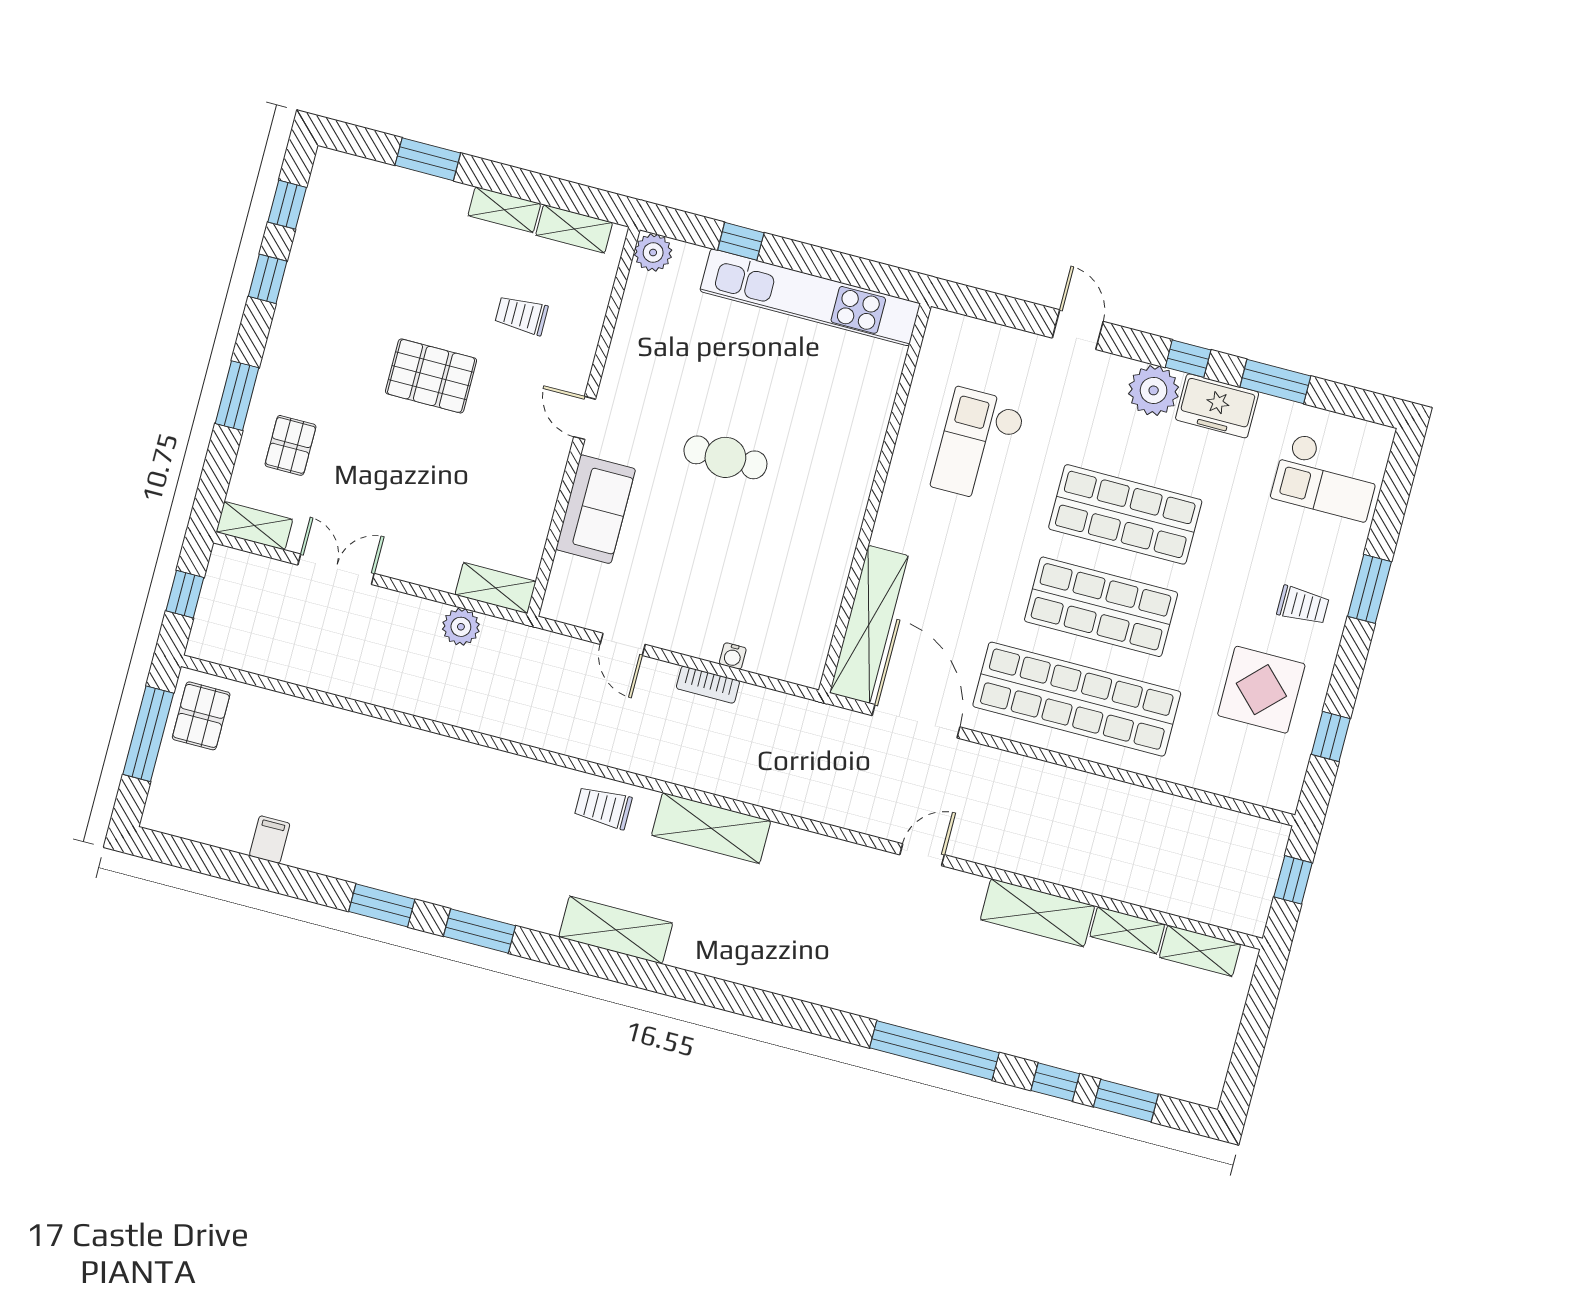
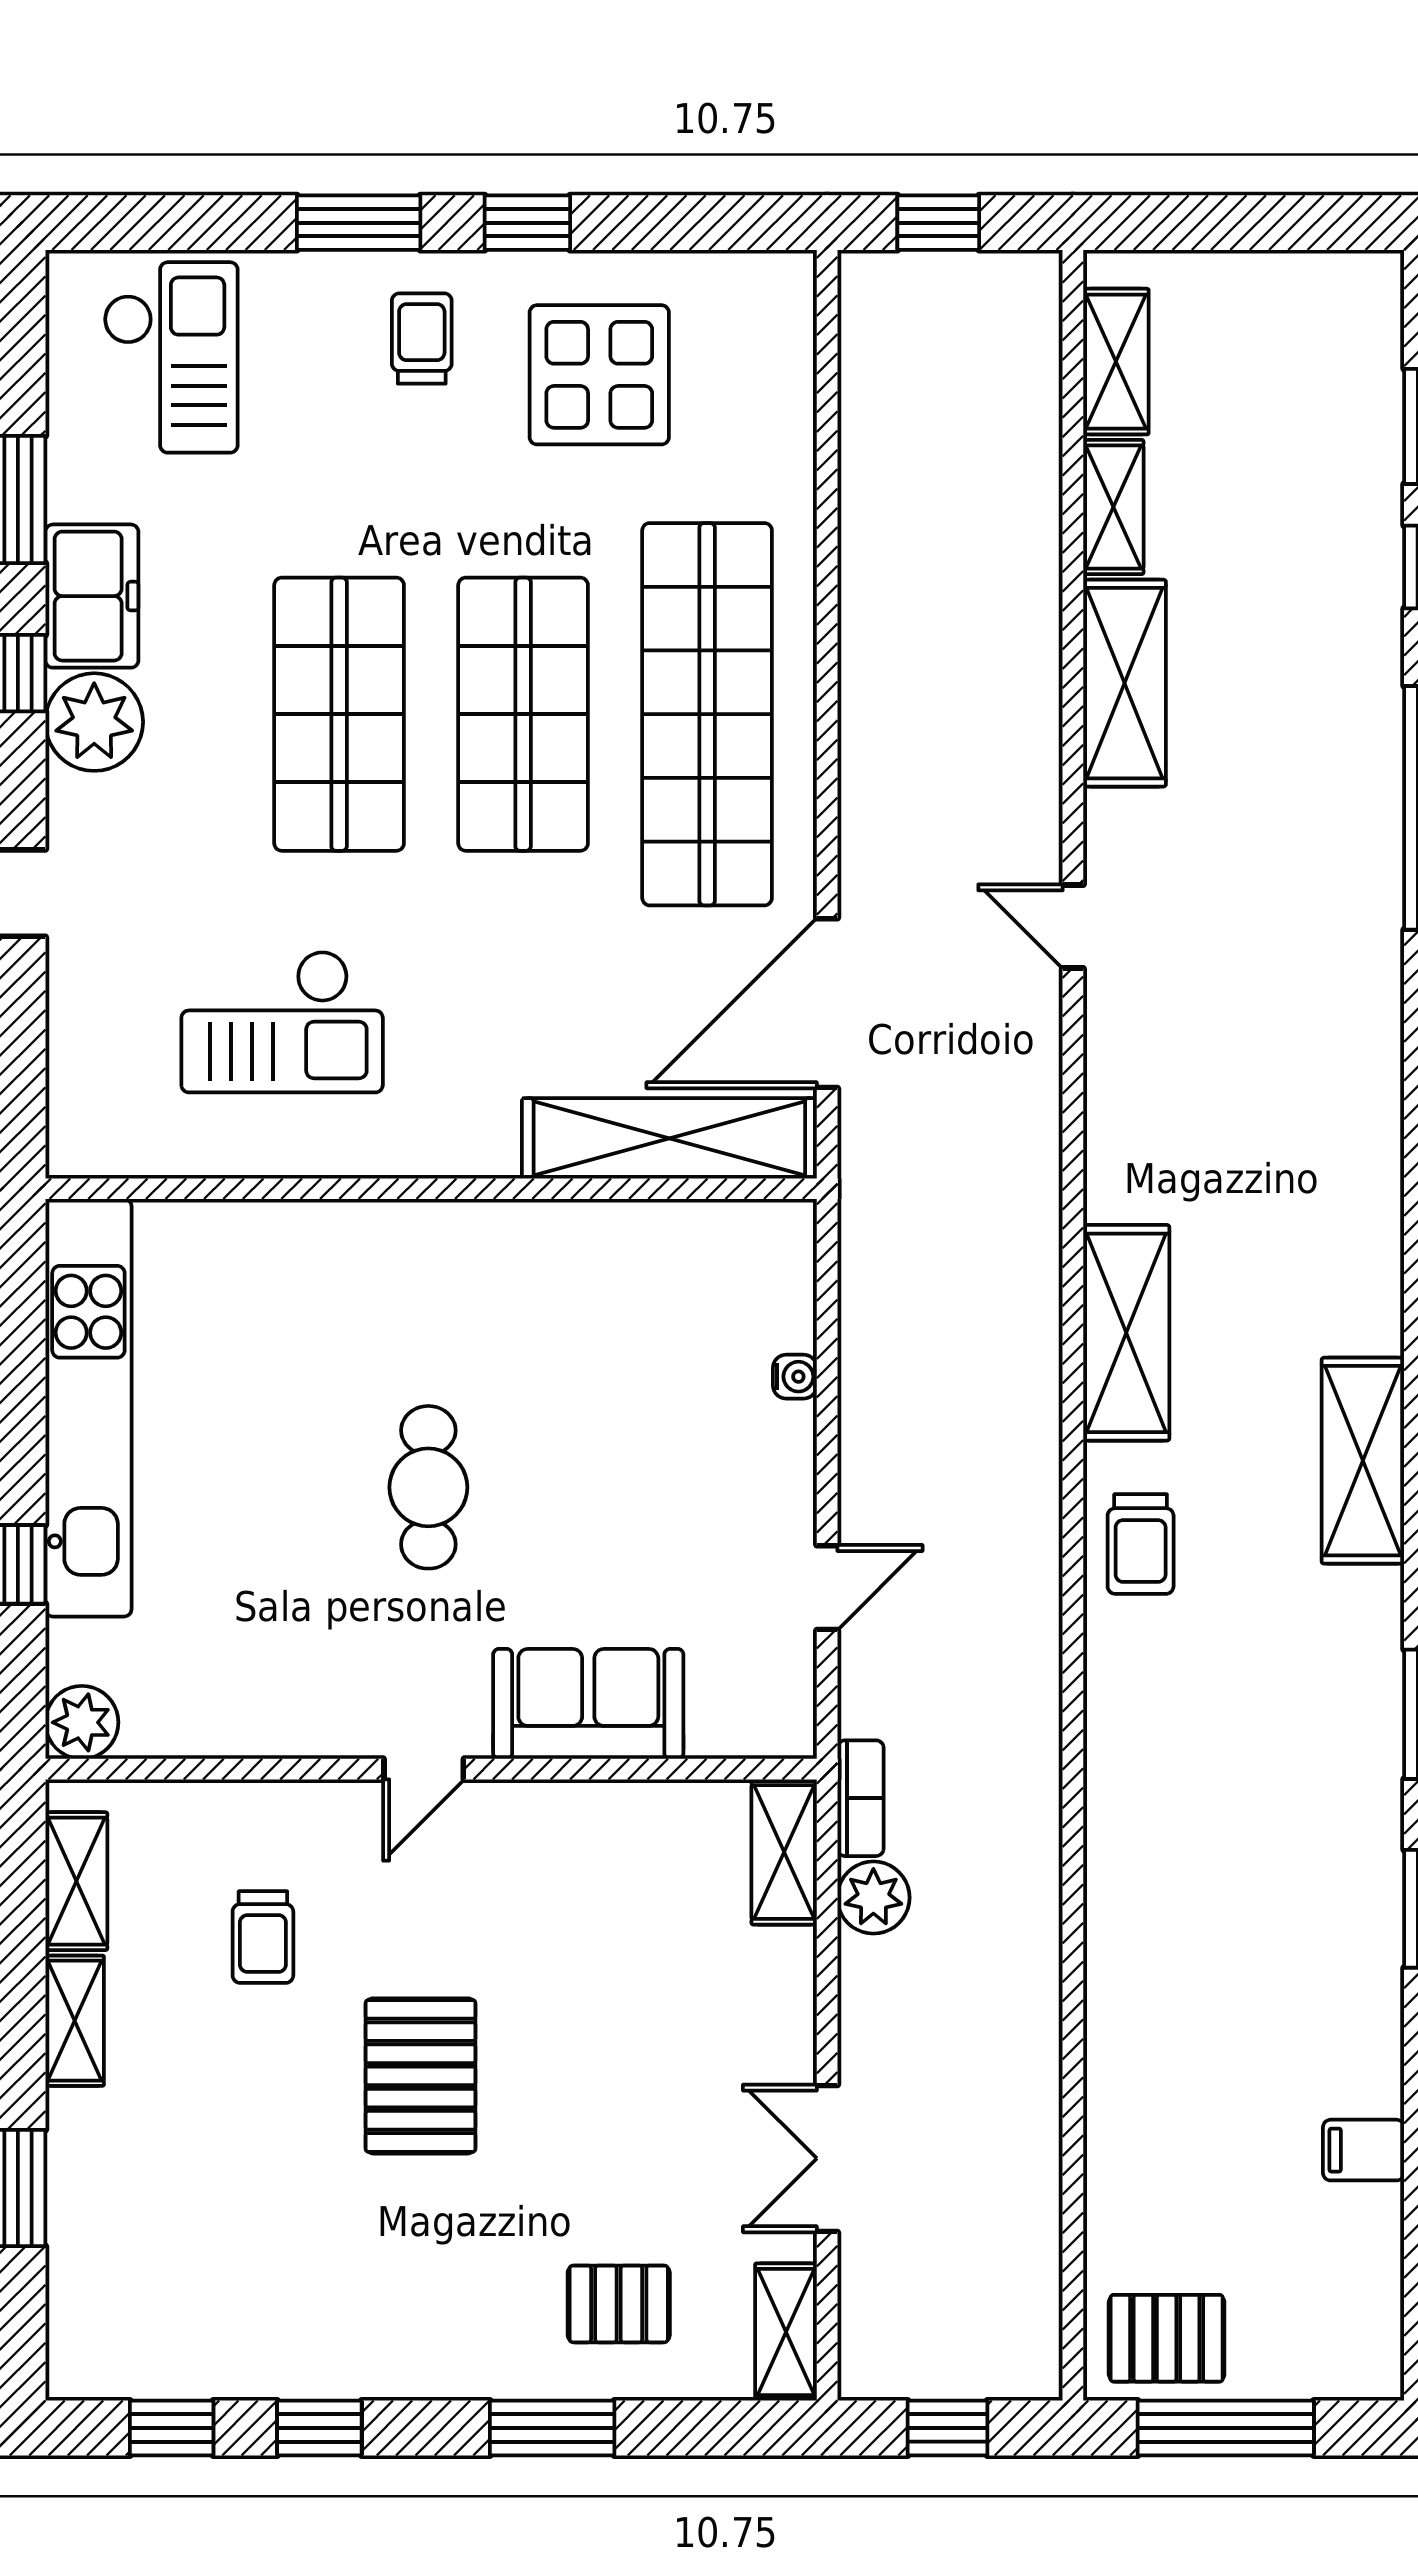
bookcase: (708, 685) -> (860, 1798), moved
window: (1331, 736) -> (527, 223), moved

